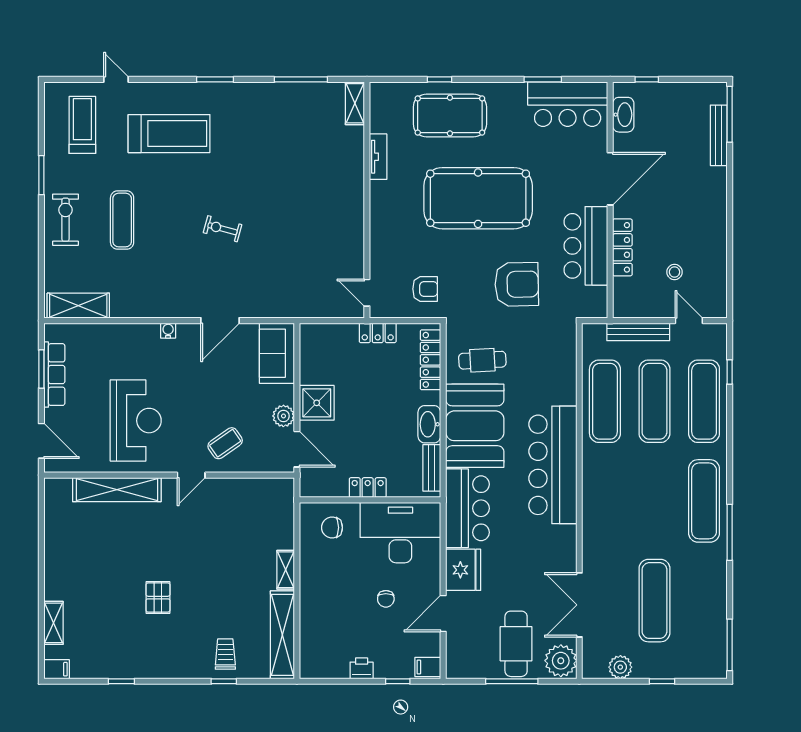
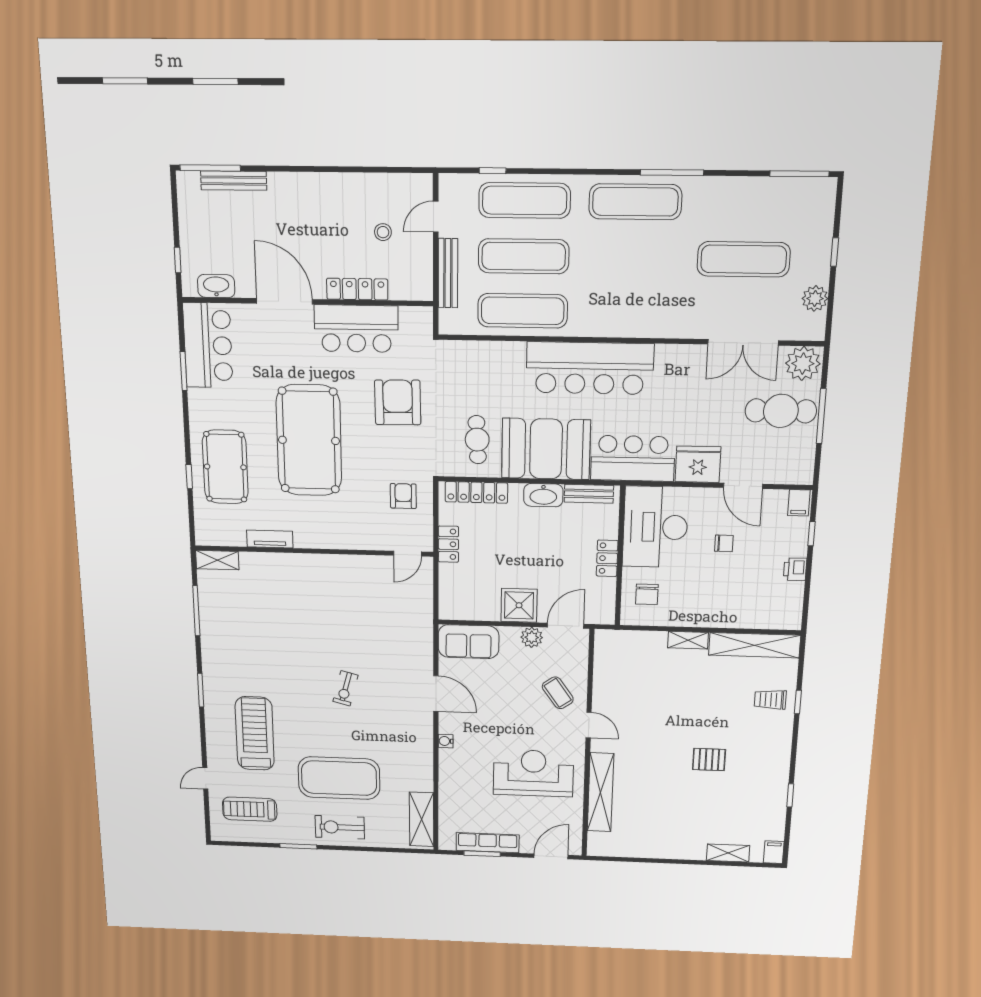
exercise mat: (122, 220) -> (339, 778), width x2.00, depth x1.45

